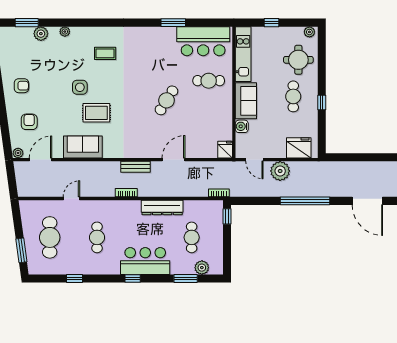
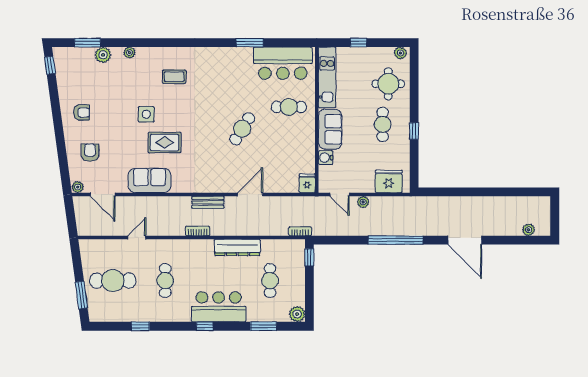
door: (41, 160) -> (103, 194), swing flipped
plant: (280, 171) -> (363, 202), width x0.53, depth x0.53
cafe table: (50, 237) -> (113, 281), turned 90
plant: (202, 268) -> (297, 314), moved

